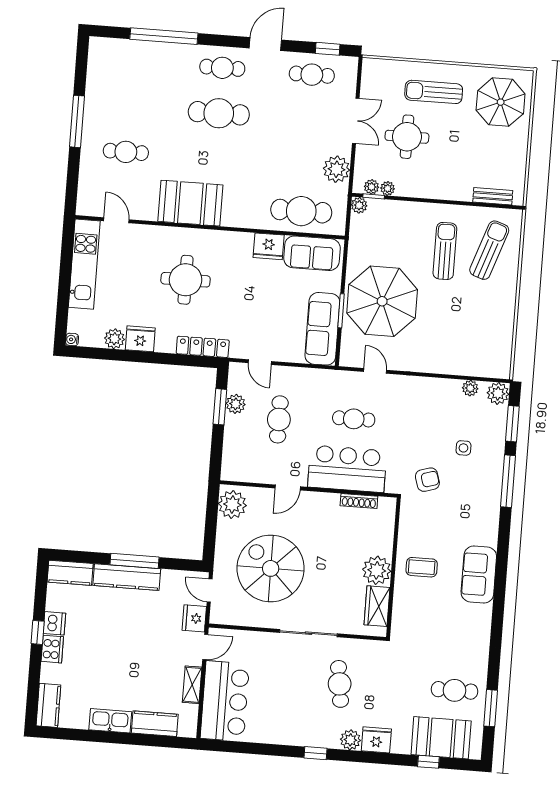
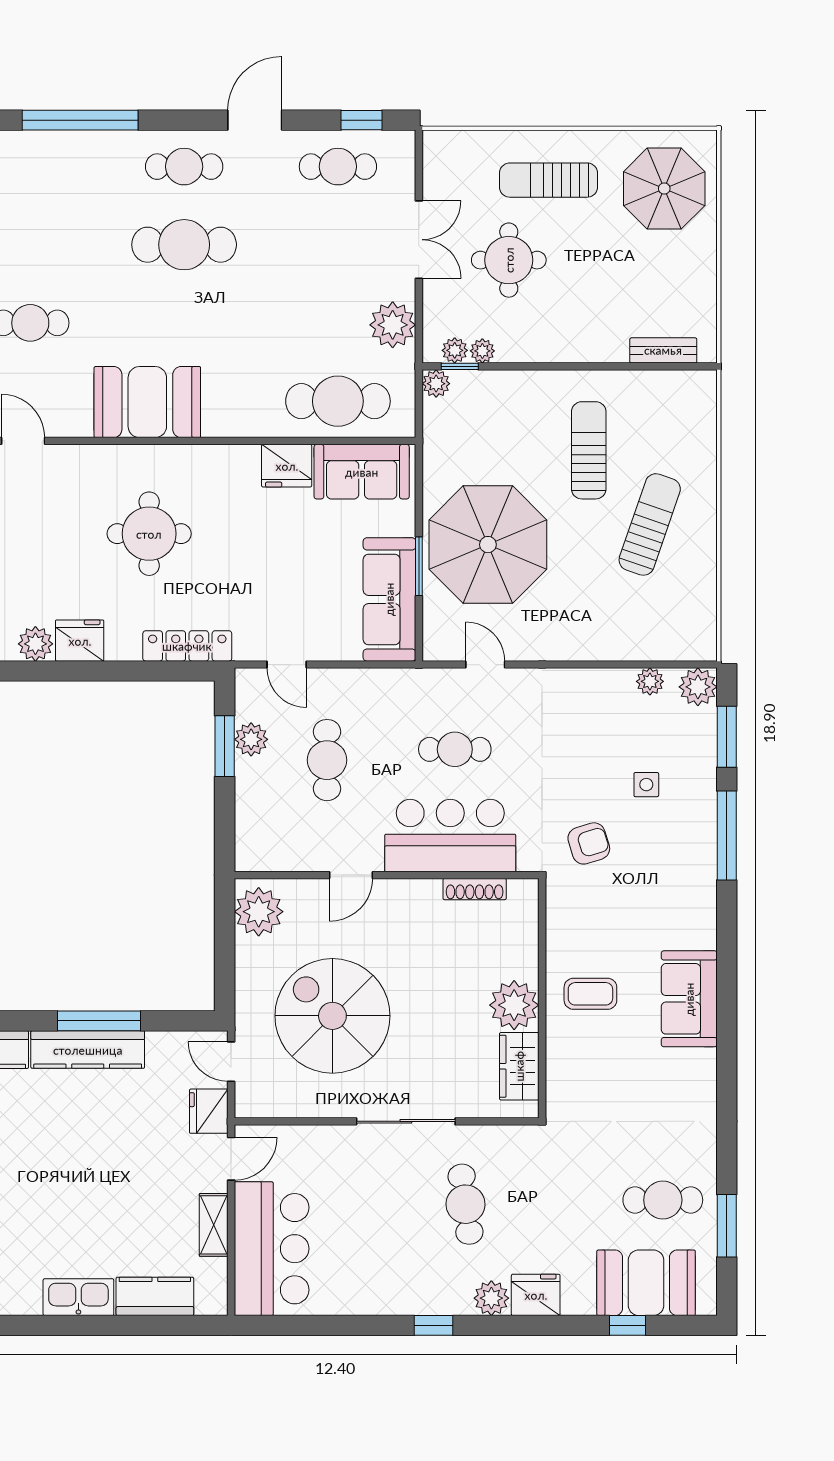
sun lounger: (489, 250) -> (650, 524), moved

